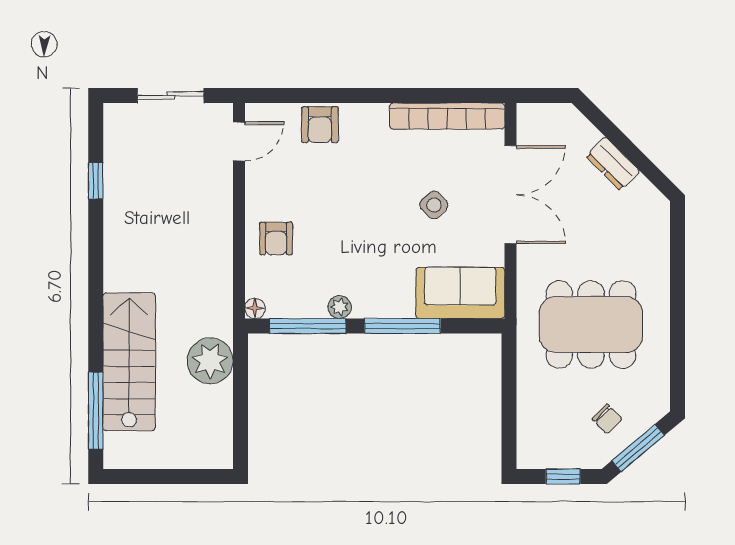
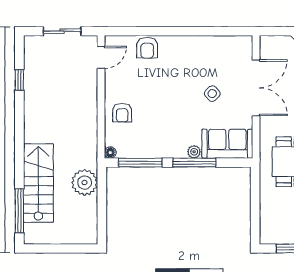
bookcase: (447, 116) -> (220, 43), removed
plant: (340, 307) -> (194, 152), moved

